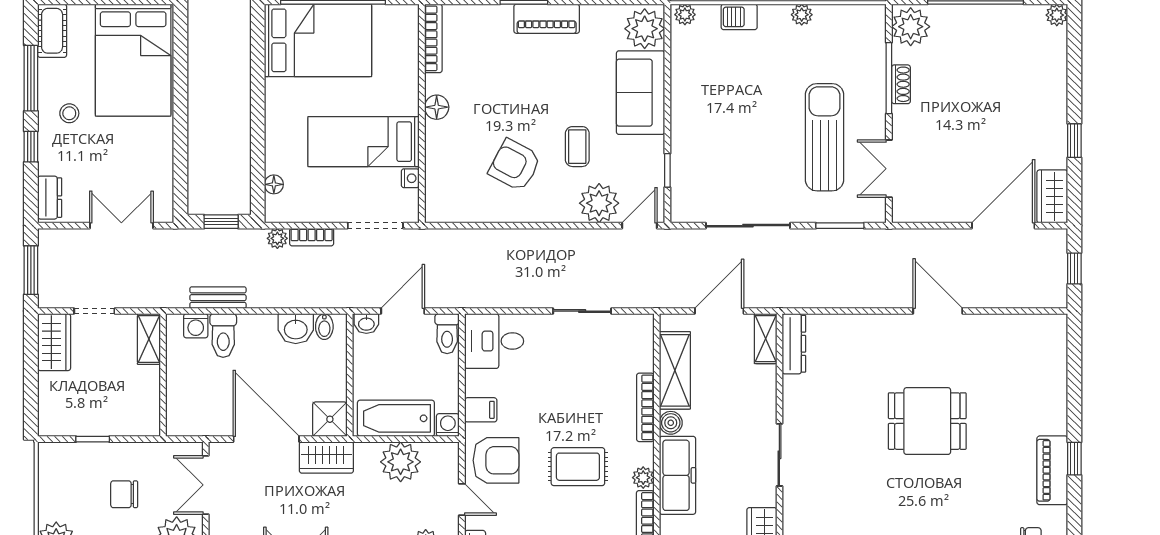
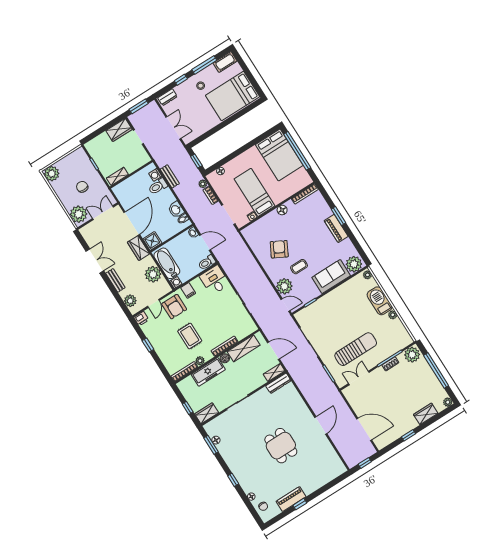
barbecue: (739, 17) -> (379, 301), width x1.88, depth x1.53
wardrobe: (1052, 196) -> (426, 414), moved
shelving: (149, 339) -> (117, 176), moved

